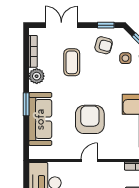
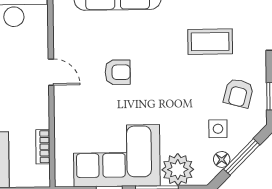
armchair: (90, 119) -> (118, 72), width x0.53, depth x0.53

